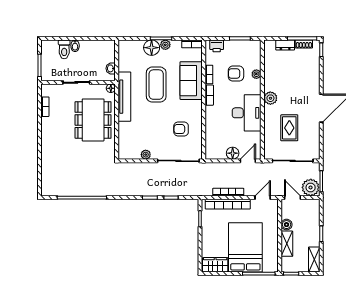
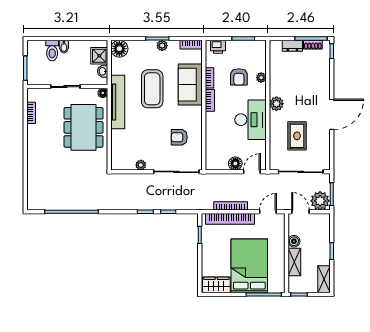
floor lamp: (152, 48) -> (119, 49), moved
shower: (108, 54) -> (99, 56), added
armchair: (236, 74) -> (239, 77), turned -90

